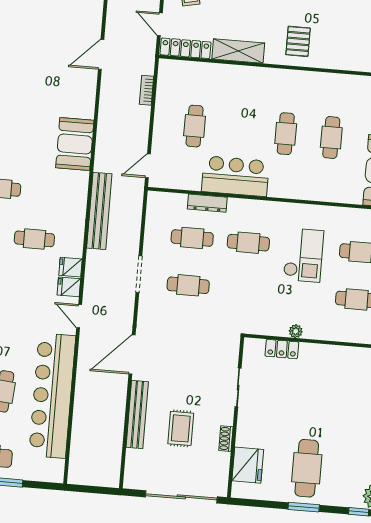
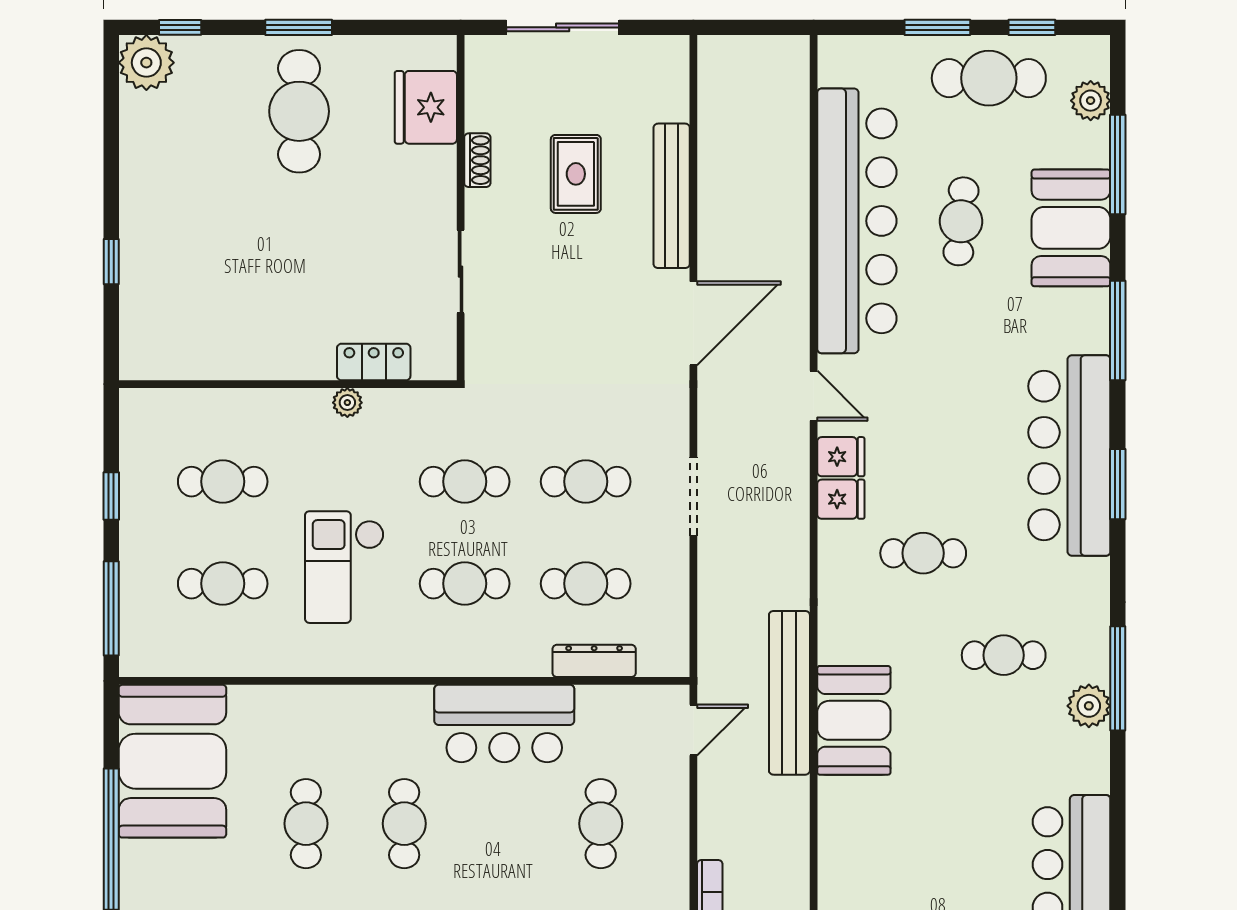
booth: (75, 144) -> (854, 720), moved
dresser: (207, 203) -> (594, 661), moved
bench: (99, 211) -> (789, 693), moved
cafe table: (244, 290) -> (465, 482), added
sliding door: (181, 497) -> (563, 27), width x0.73

